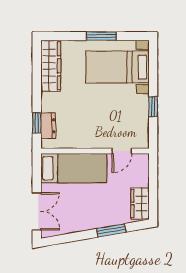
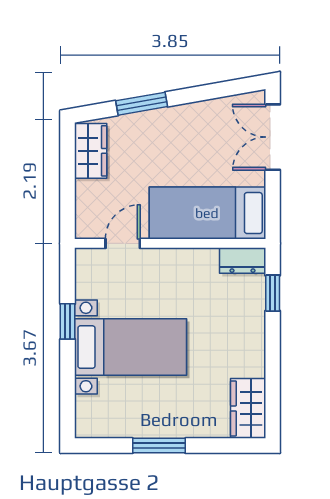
wardrobe: (51, 66) -> (248, 408), width x0.67
bed with nightstands: (117, 67) -> (131, 347), moved
dresser: (48, 126) -> (242, 261), moved, turned -90

